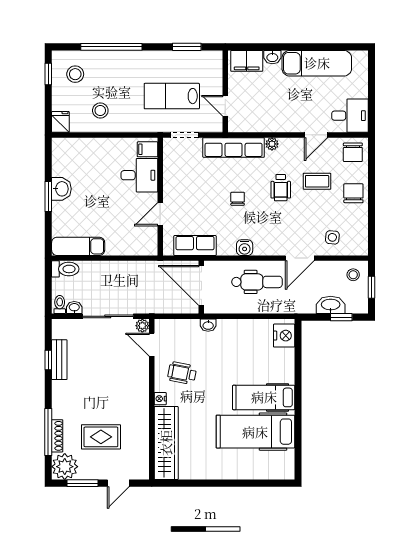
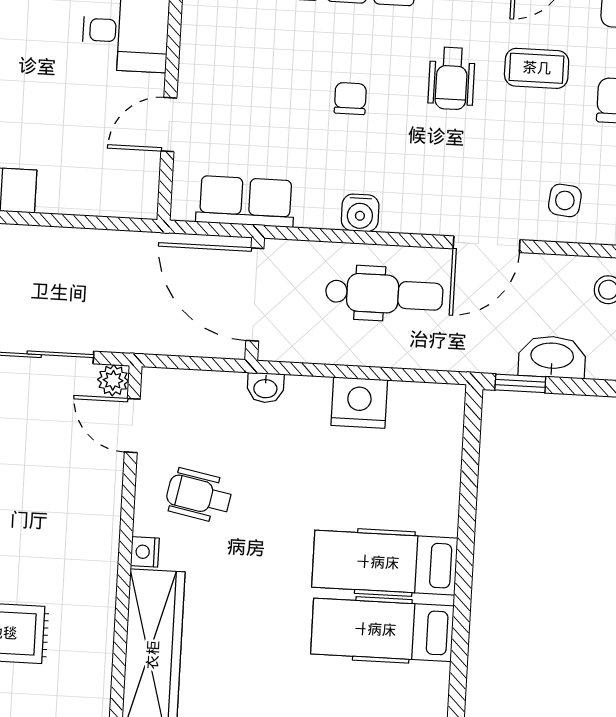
window: (341, 317) -> (520, 383), moved
nightstand: (284, 336) -> (359, 403), moved, turned -90
hospital bed: (255, 432) -> (382, 630), width x0.73, depth x0.78

